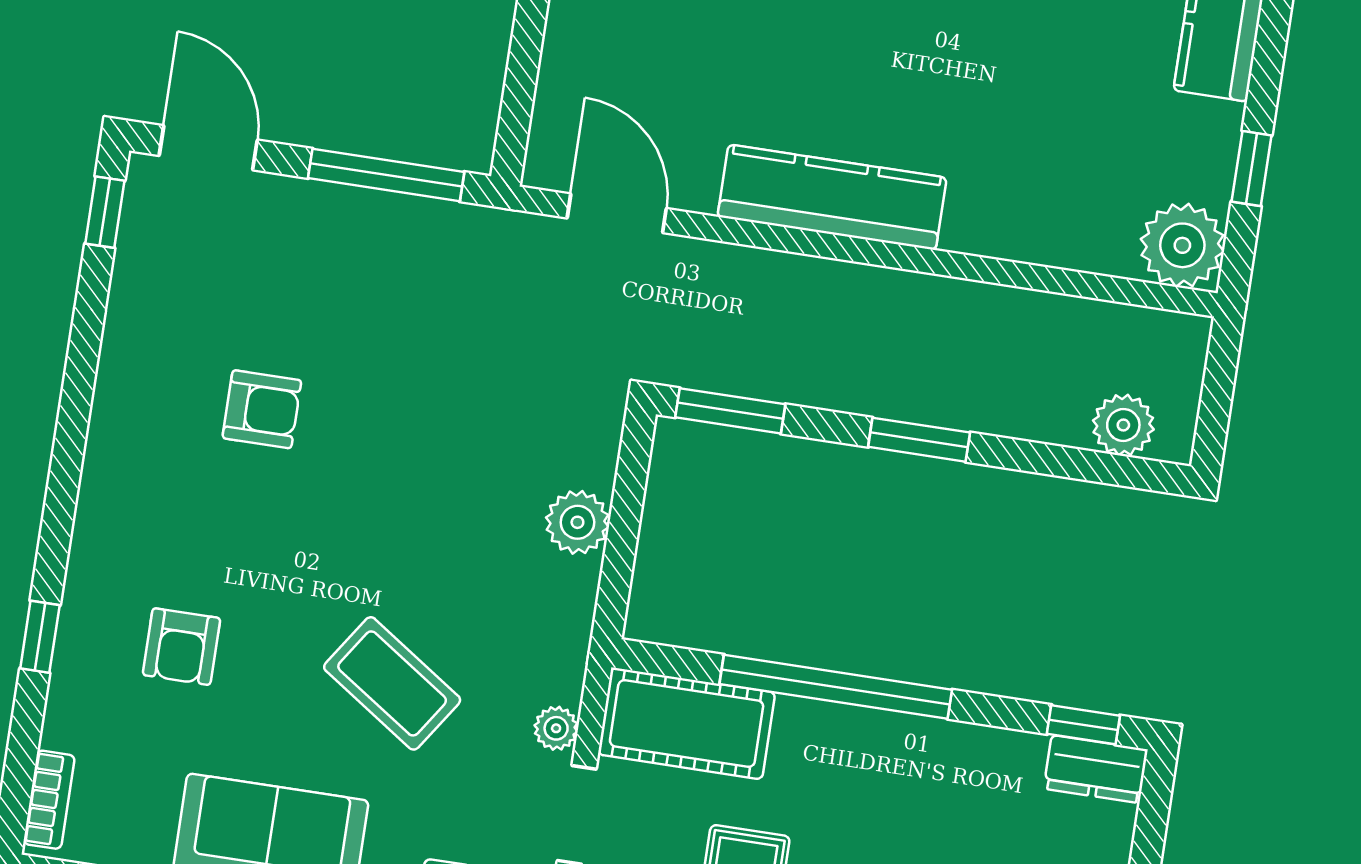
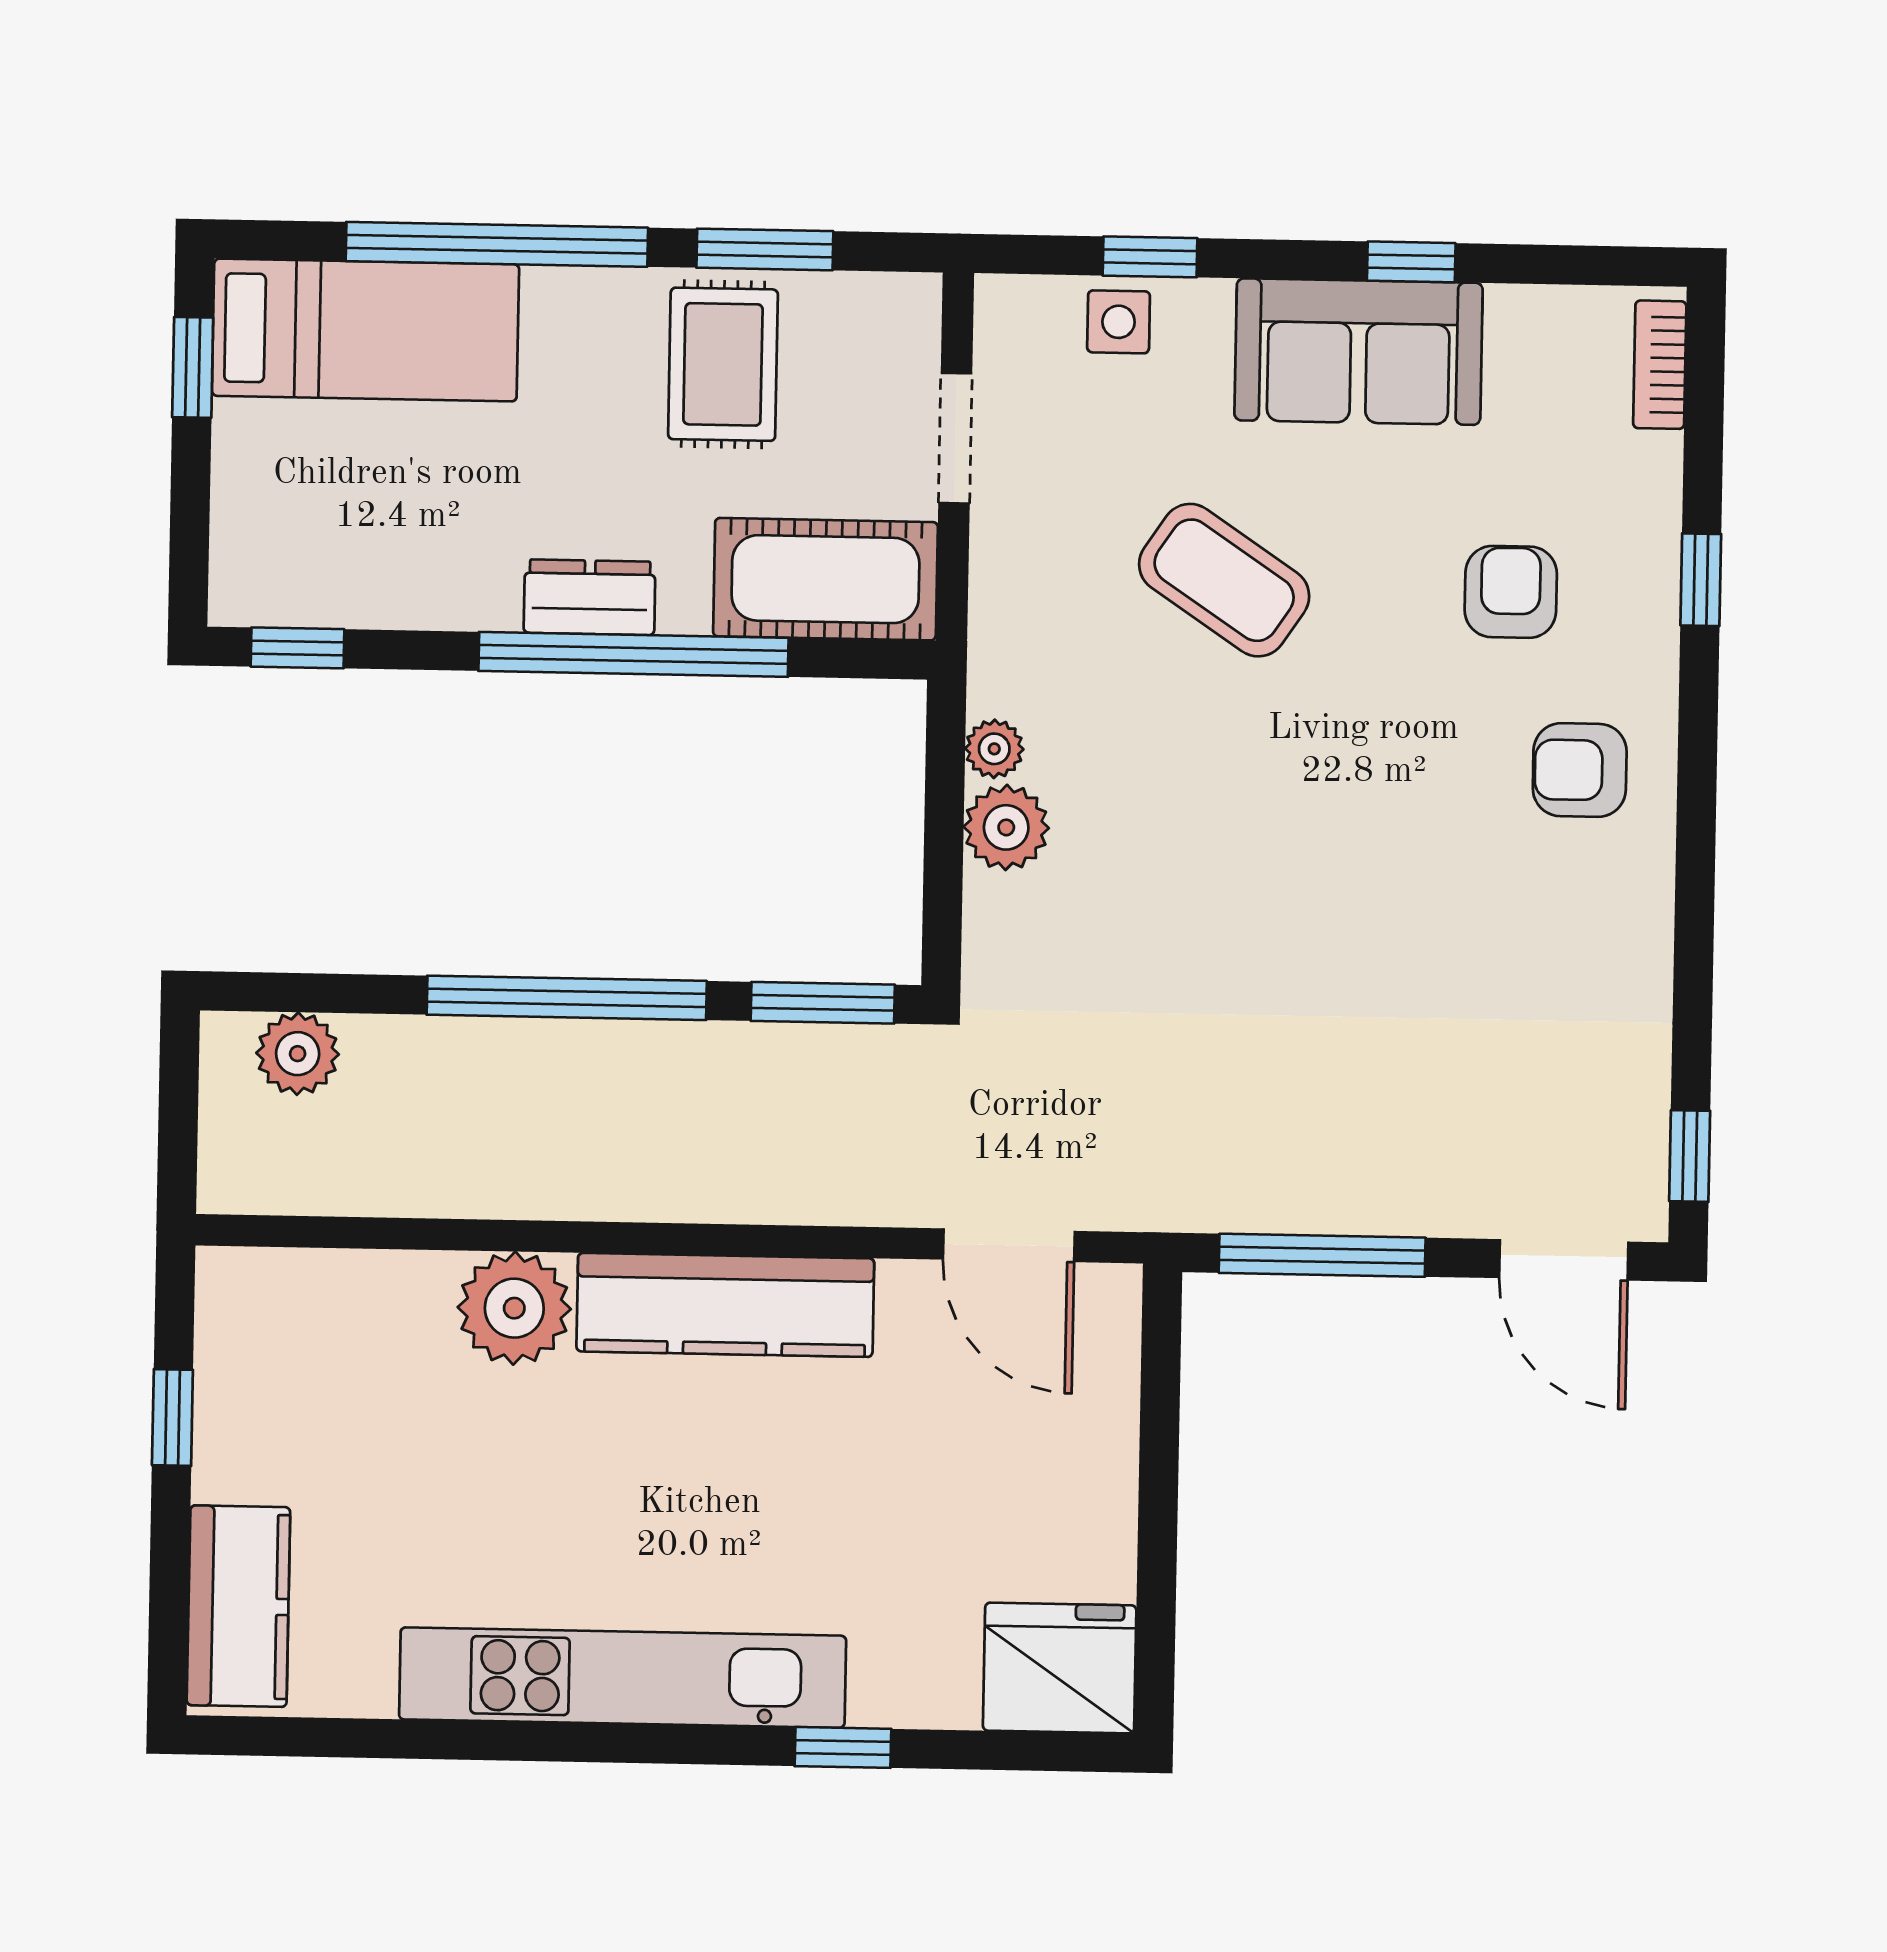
plant: (1182, 245) -> (514, 1308), moved
armchair: (262, 409) -> (1580, 770), moved
window: (919, 440) -> (567, 998), width x2.11
plant: (556, 728) -> (994, 749), moved
dresser: (1096, 769) -> (590, 597), moved

